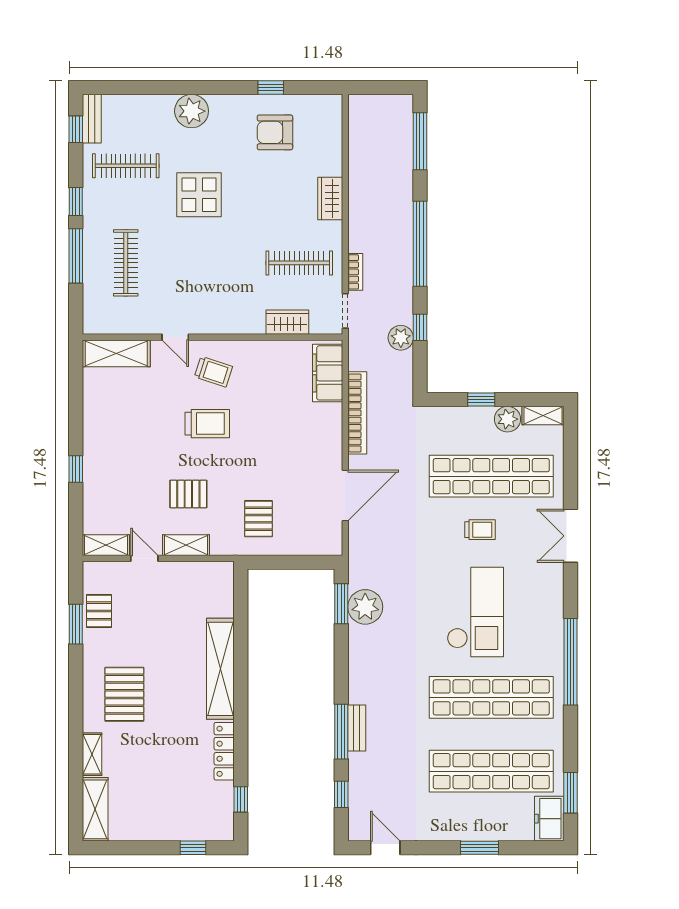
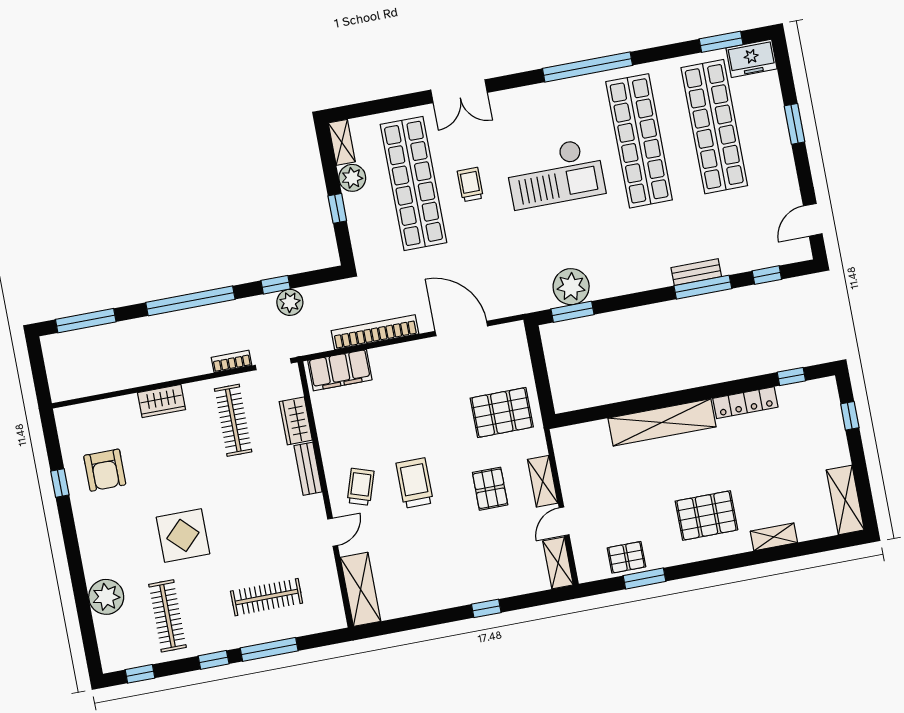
plant: (192, 111) -> (106, 597), moved
bench: (92, 119) -> (308, 469), moved, turned 90
pallet: (258, 519) -> (502, 413), width x1.50, depth x1.42
checkout: (475, 612) -> (555, 173), turned 180
shelving: (95, 809) -> (845, 500), moved, turned 90

